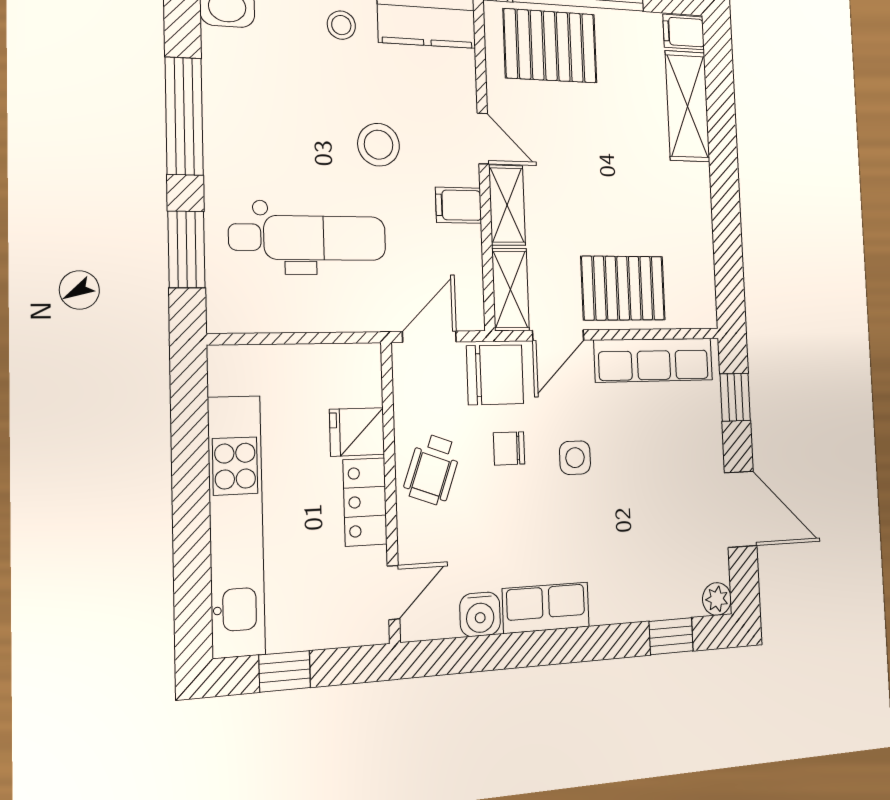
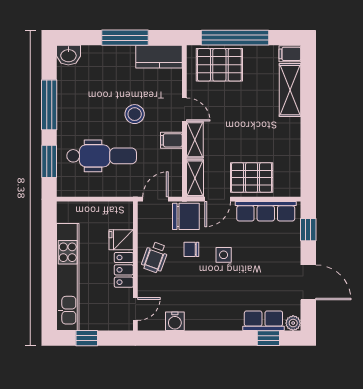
stool: (341, 25) -> (119, 61), removed
row of seats: (546, 608) -> (263, 321), moved

